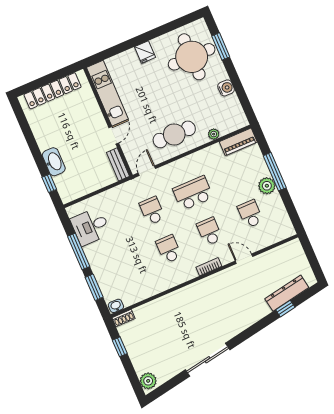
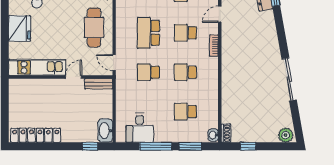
fridge: (145, 52) -> (19, 28), width x1.88, depth x1.34
locker: (53, 91) -> (36, 135), moved, turned -90
door: (114, 135) -> (74, 77), hinge flipped
washbasin: (54, 162) -> (105, 131), moved, turned -90
school desk: (128, 267) -> (185, 112), added

